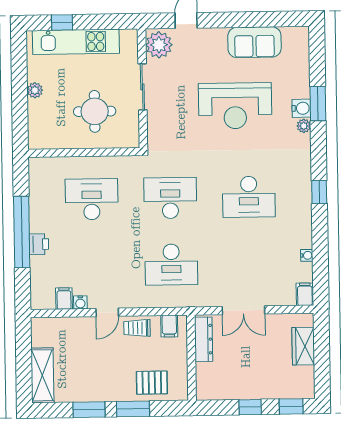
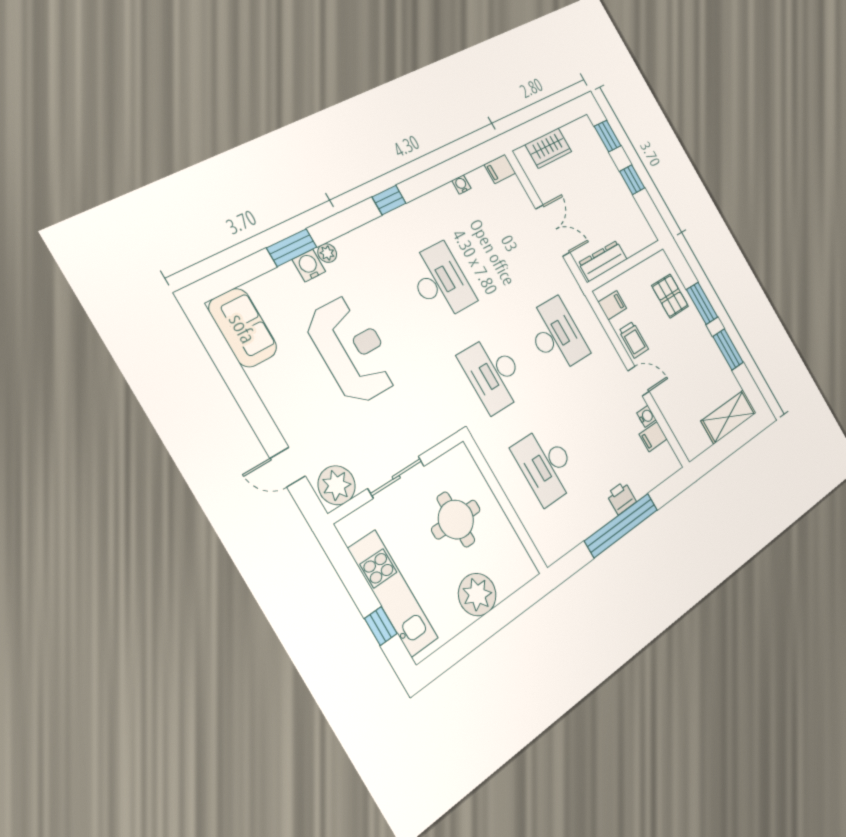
sofa: (254, 42) -> (243, 328), moved
plant: (35, 90) -> (477, 594), width x1.87, depth x1.87

